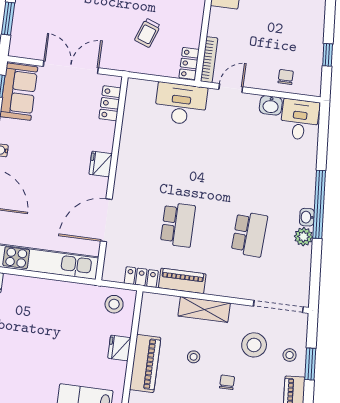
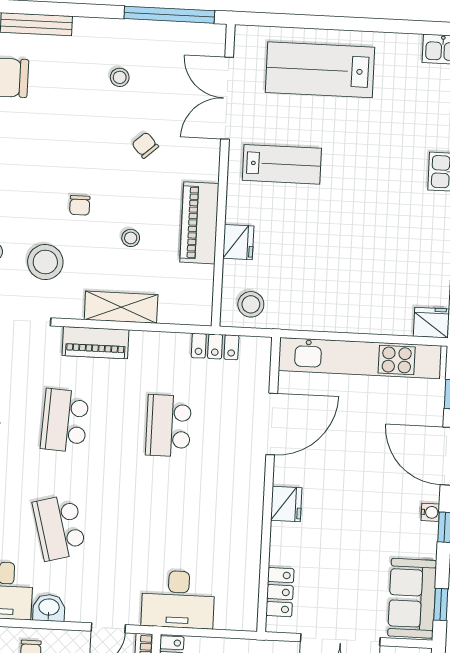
school desk: (259, 160) -> (59, 528), added
piano: (182, 281) -> (96, 343), moved

